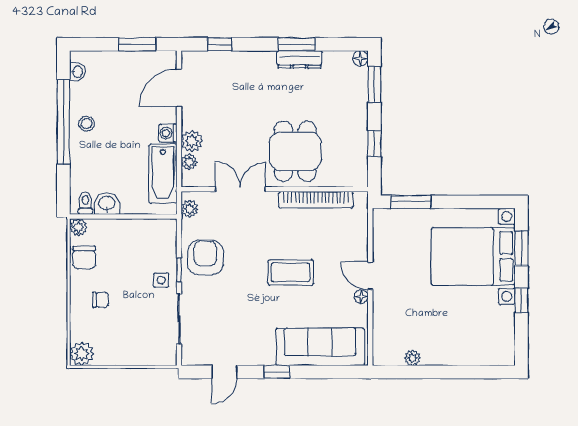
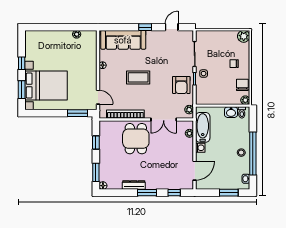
window: (137, 44) -> (229, 193), moved
window: (297, 44) -> (147, 193), moved
plant: (192, 141) -> (188, 144), removed
door: (370, 276) -> (98, 97), moved

